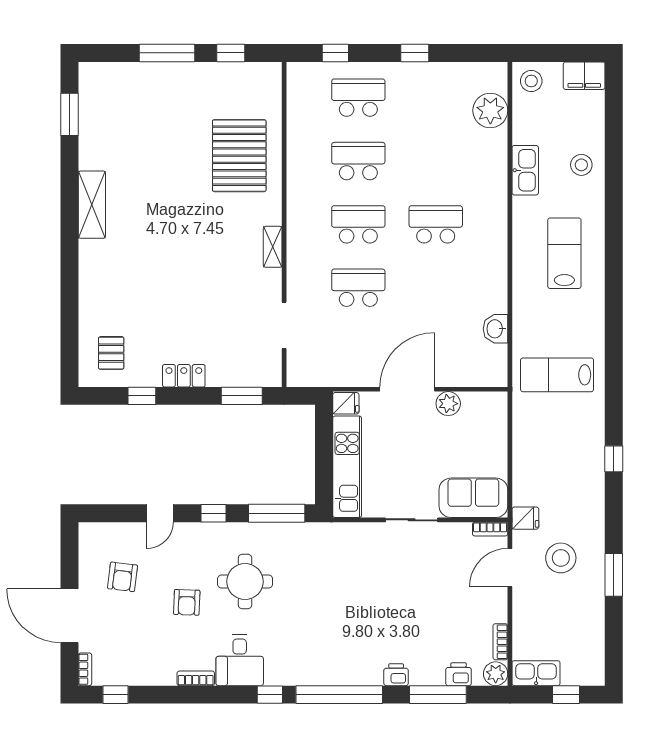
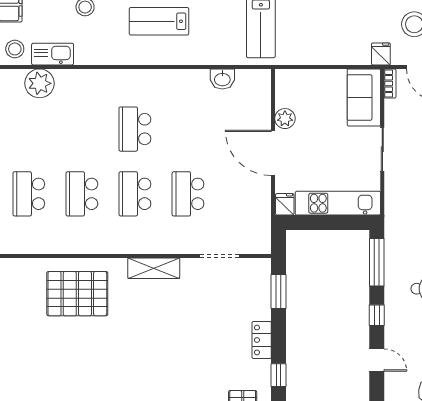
kitchen sink: (525, 170) -> (53, 54), moved
shelving: (273, 247) -> (154, 268), width x1.50, depth x1.33

